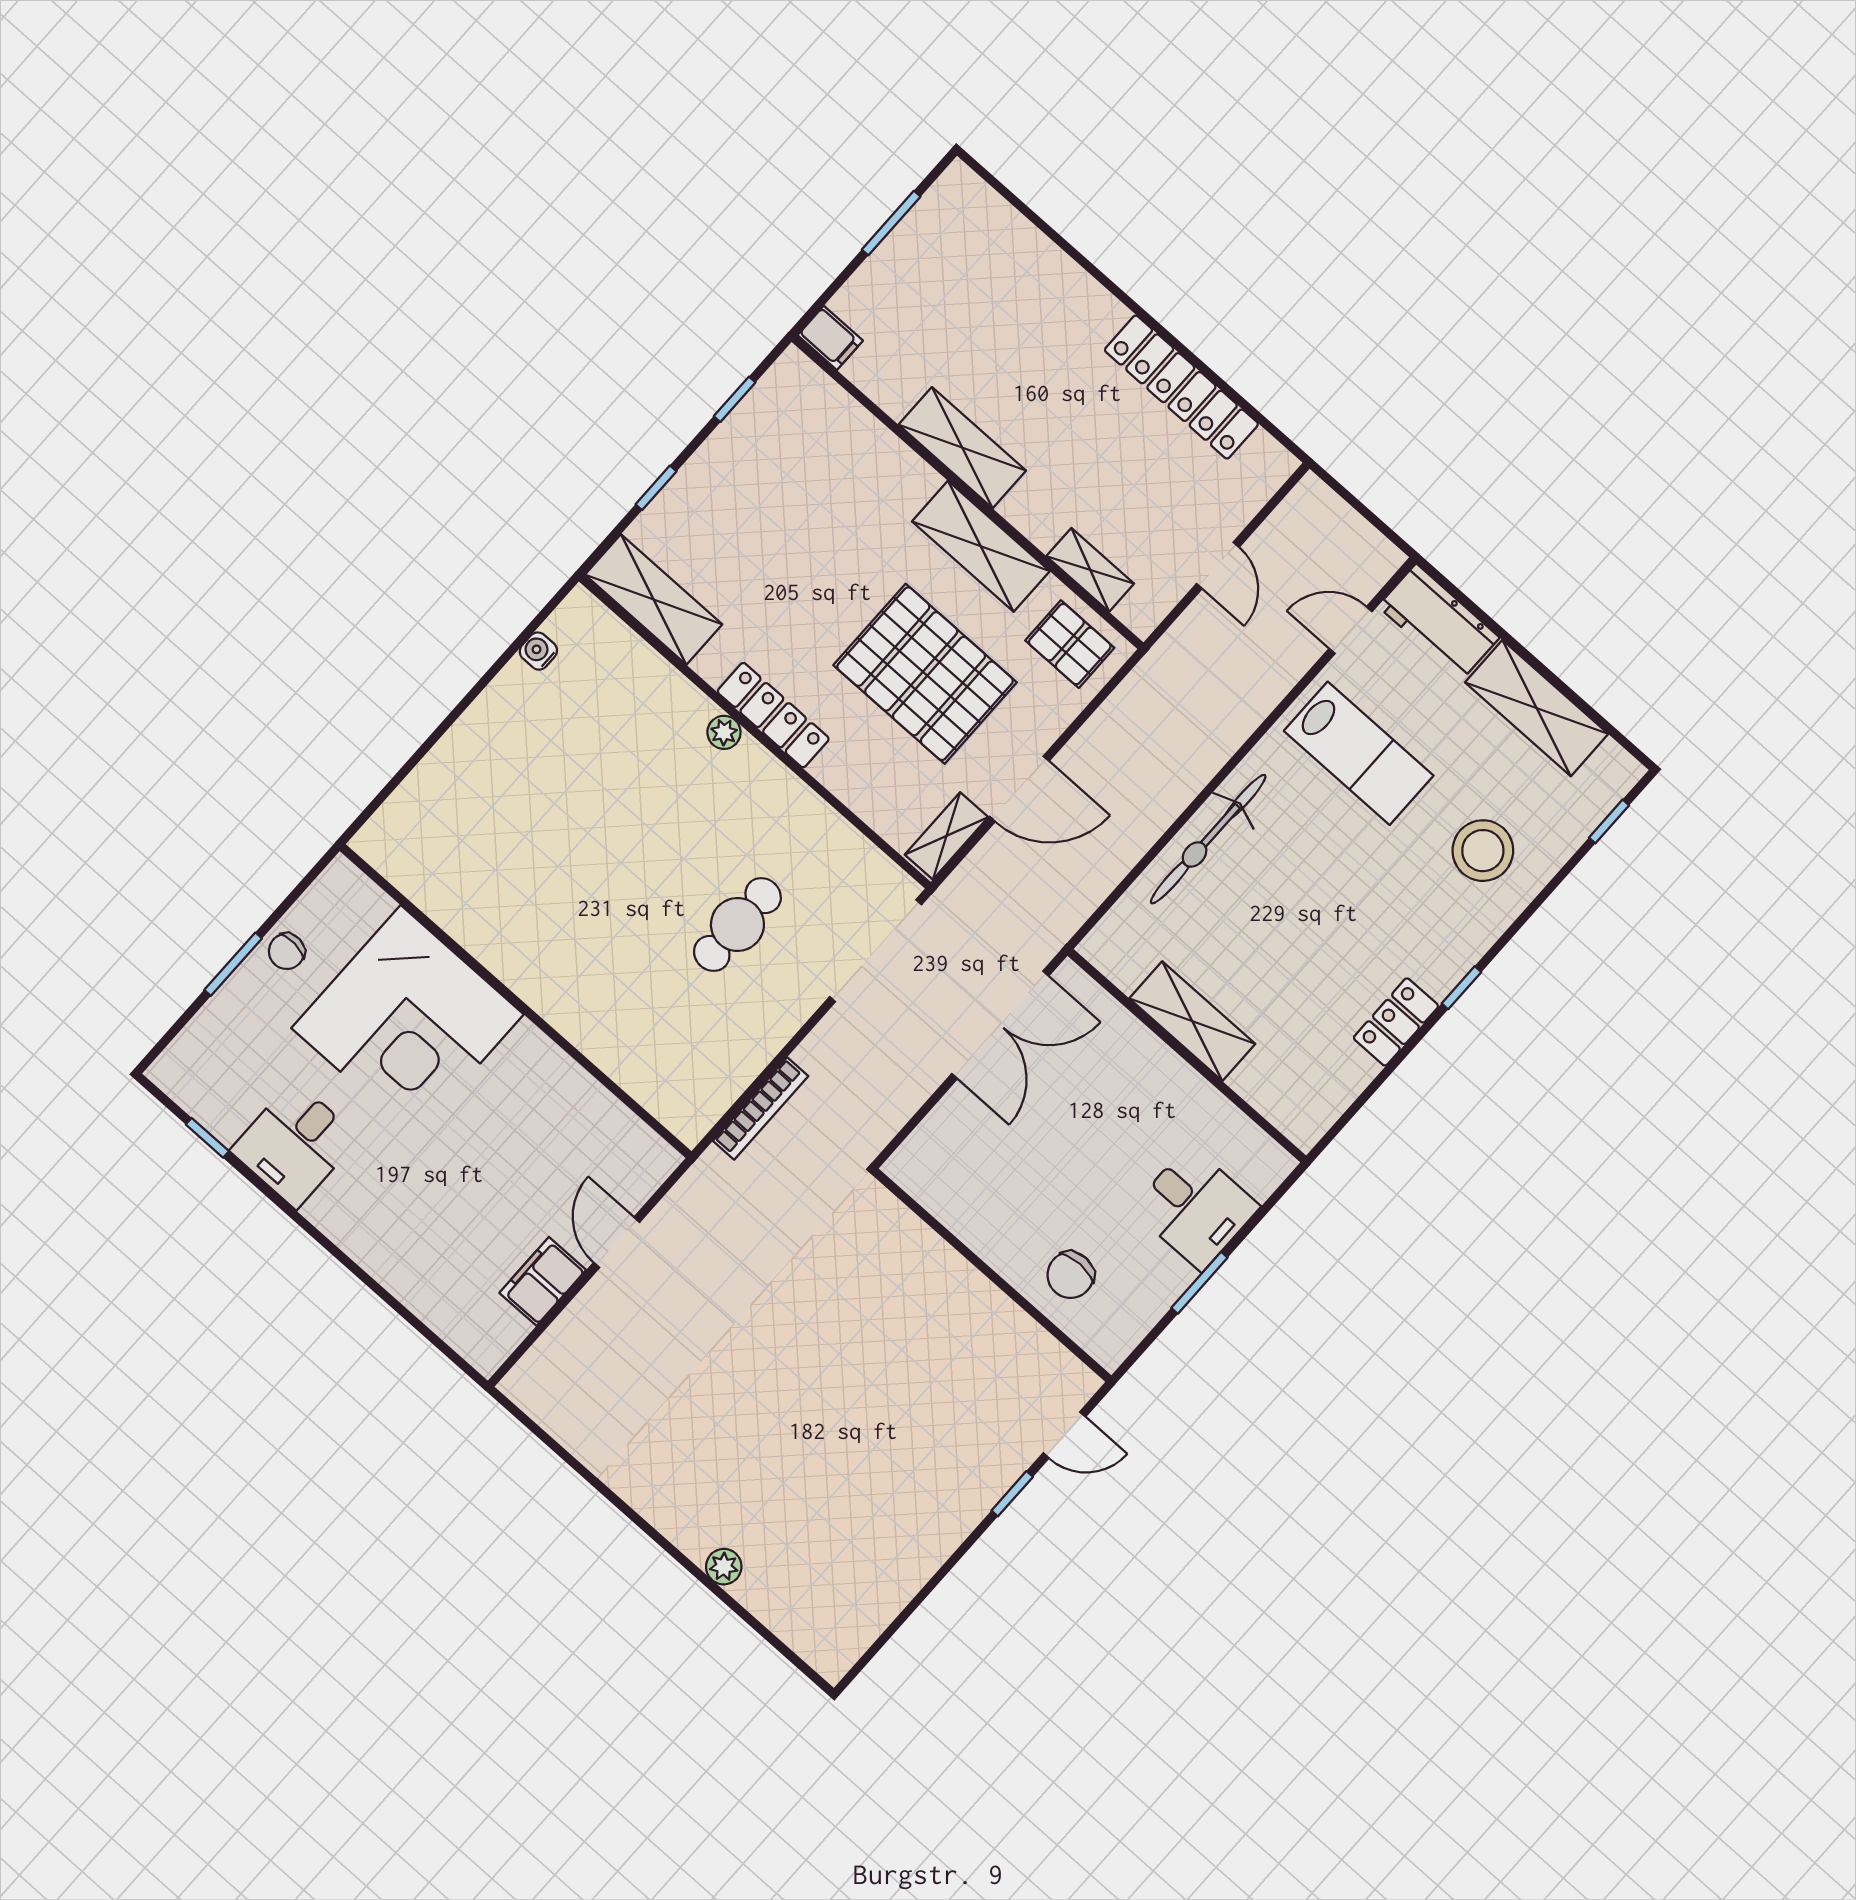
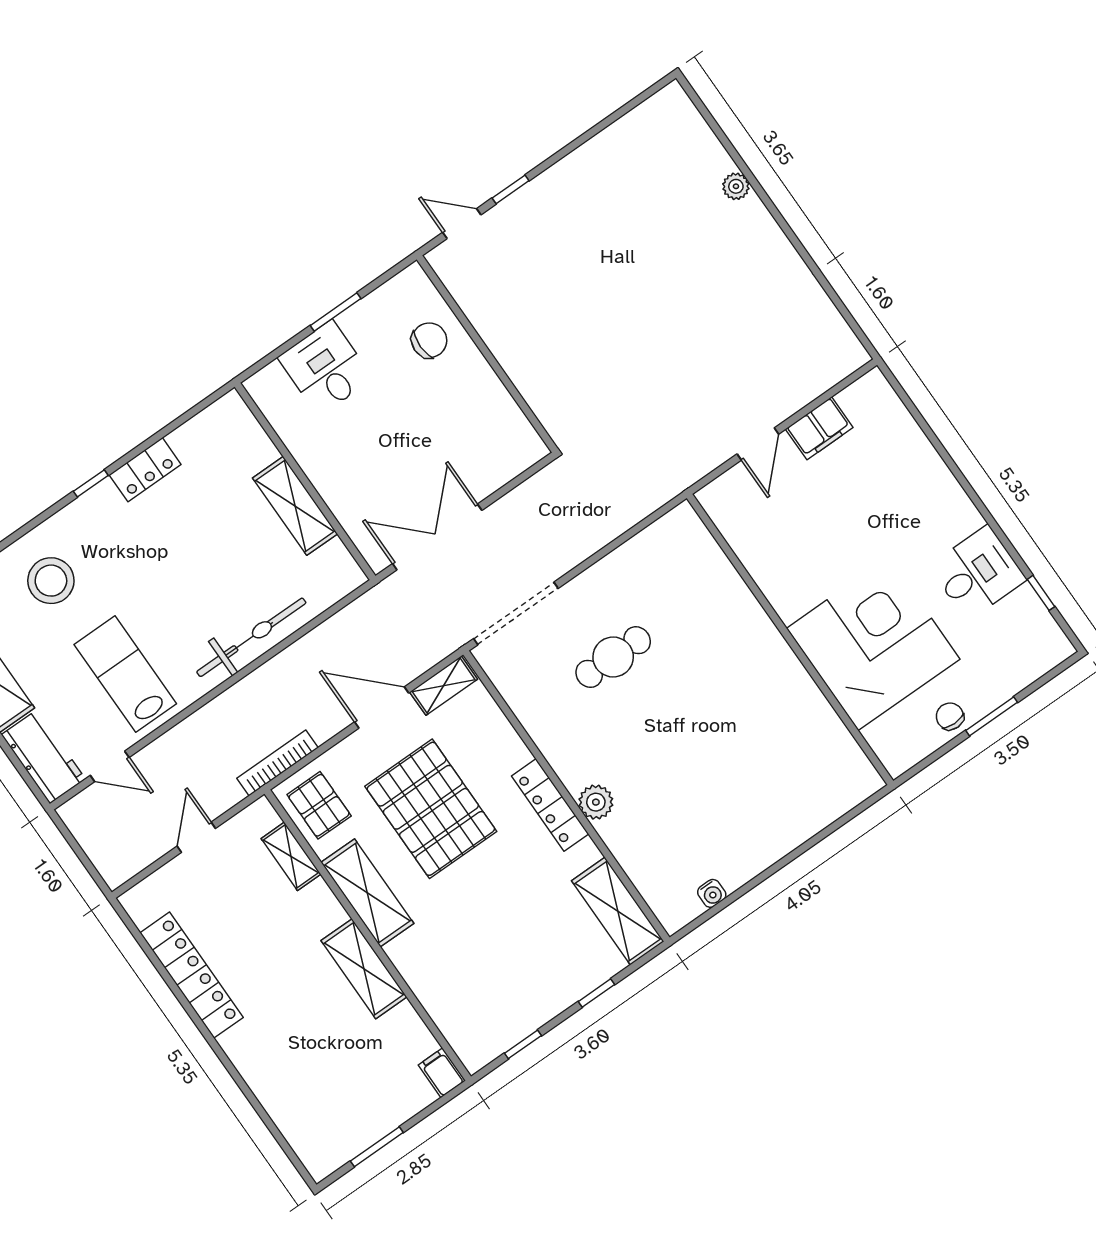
plant: (724, 732) -> (596, 802), width x1.38, depth x1.38
chair: (287, 951) -> (950, 716), turned -95
bookcase: (761, 1108) -> (277, 763), moved

